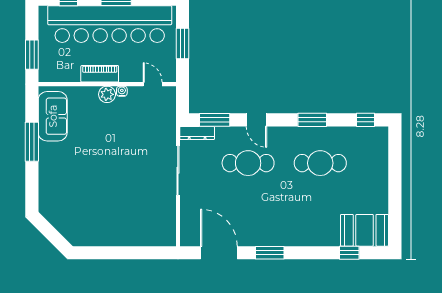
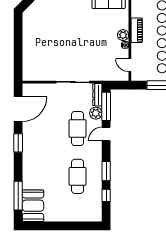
door: (153, 84) -> (130, 65), swing flipped
window: (215, 120) -> (106, 106), width x1.44
window: (365, 120) -> (106, 195), moved
plant: (225, 135) -> (96, 113), added
window: (349, 253) -> (18, 196), width x2.17

